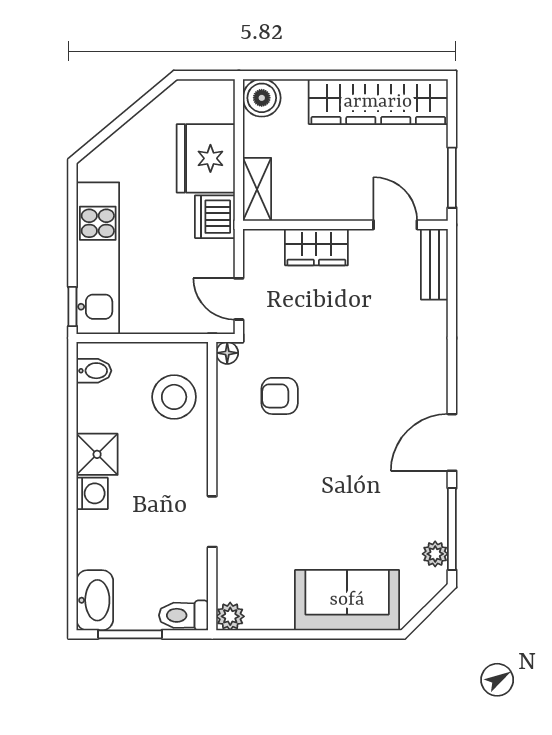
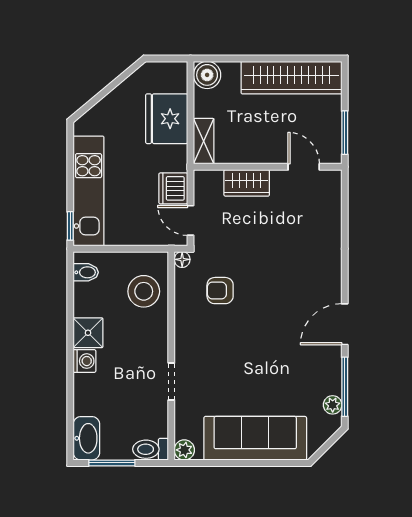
dishwasher: (215, 217) -> (173, 188), moved
bench: (434, 264) -> (332, 195), removed
sofa: (347, 600) -> (255, 438), width x1.36

